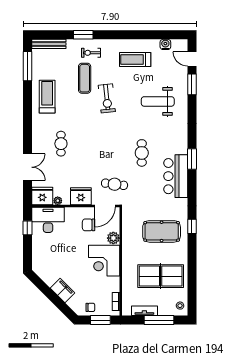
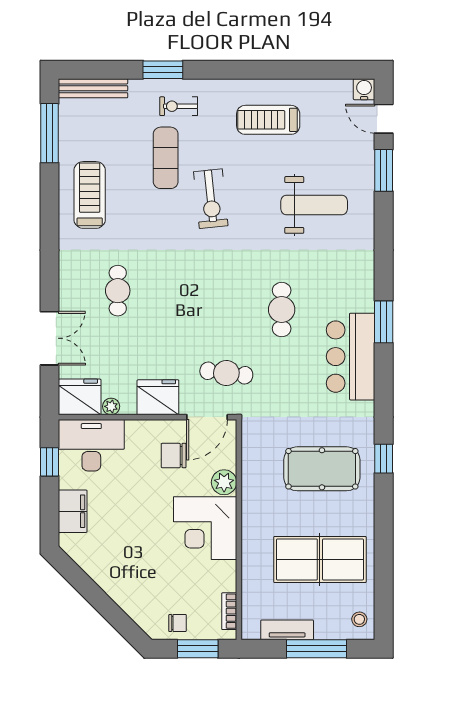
water cooler: (165, 44) -> (364, 89), moved
weight bench: (158, 101) -> (314, 205), turned 180
filing cabinet: (63, 291) -> (73, 511), moved, turned 45

